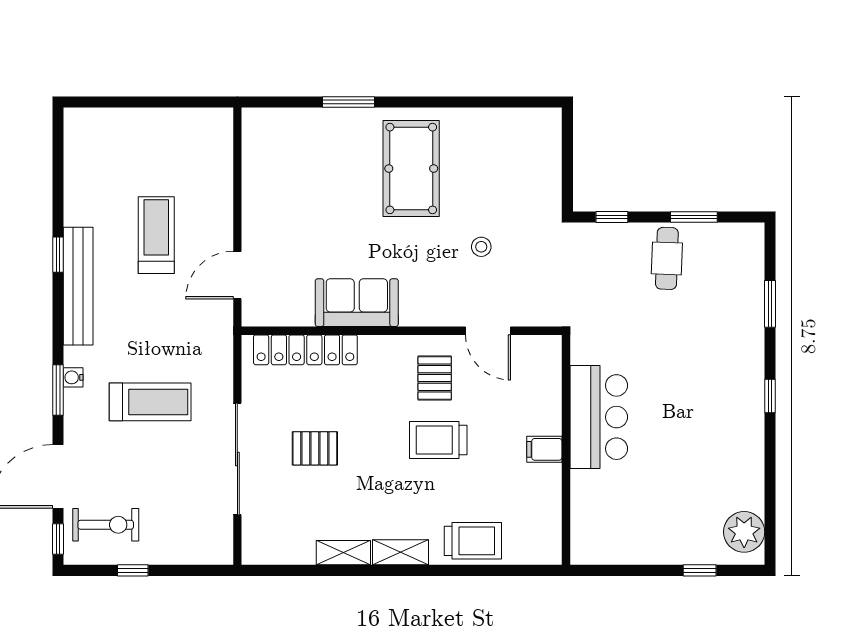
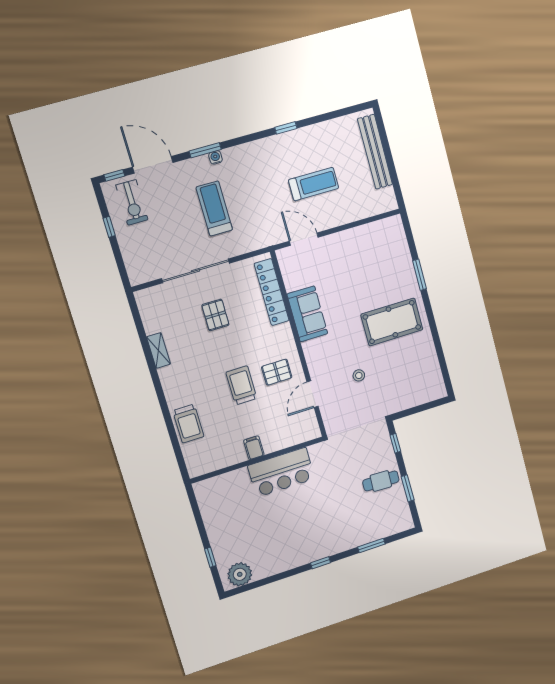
bench: (78, 286) -> (375, 152), moved, turned 90
treadmill: (150, 402) -> (214, 209), turned 180
shelving: (401, 552) -> (169, 384), removed

